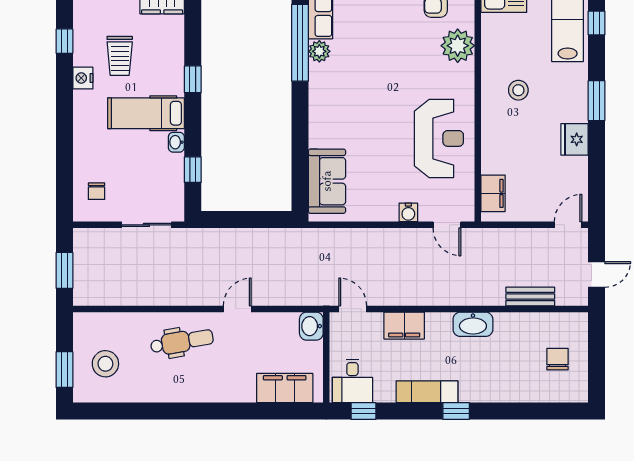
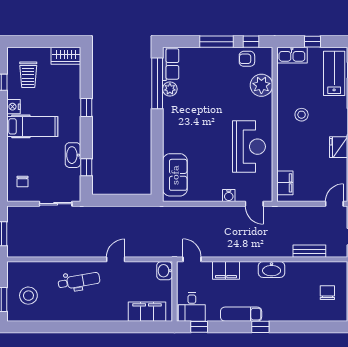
trolley: (120, 56) -> (28, 75), moved
hospital bed: (146, 113) -> (32, 126), moved, turned 180
washbasin: (176, 142) -> (73, 155), width x1.91, depth x1.45

